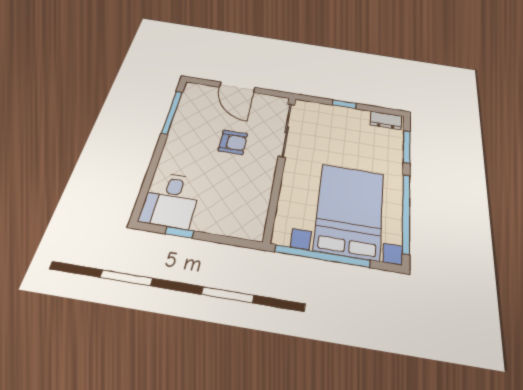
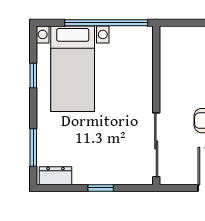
bed with nightstands: (350, 210) -> (73, 69), width x0.73
window: (406, 213) -> (33, 75), width x0.32

